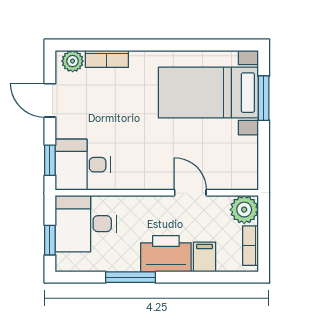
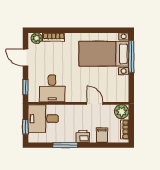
window: (264, 98) -> (131, 57), width x1.44
desk: (83, 165) -> (52, 88), moved, turned -90
printer: (166, 254) -> (83, 136), width x0.53, depth x0.68

